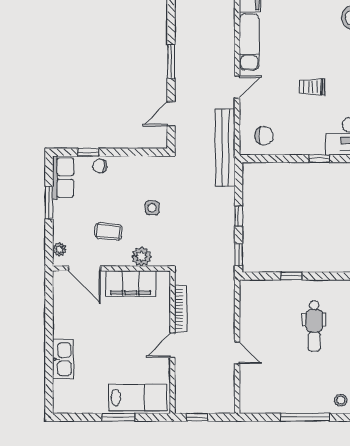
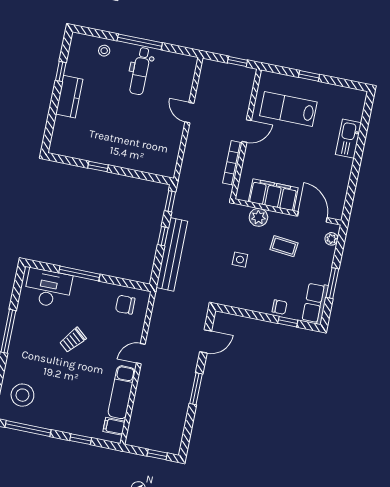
trolley: (312, 87) -> (73, 340), turned 130
bench: (225, 148) -> (172, 254), moved
window: (319, 159) -> (79, 274), width x2.17
window: (291, 276) -> (98, 167), moved
dental chair: (314, 326) -> (140, 71), moved, turned 180
lab bench: (138, 398) -> (288, 109), moved
window: (118, 417) -> (309, 76), width x0.67

